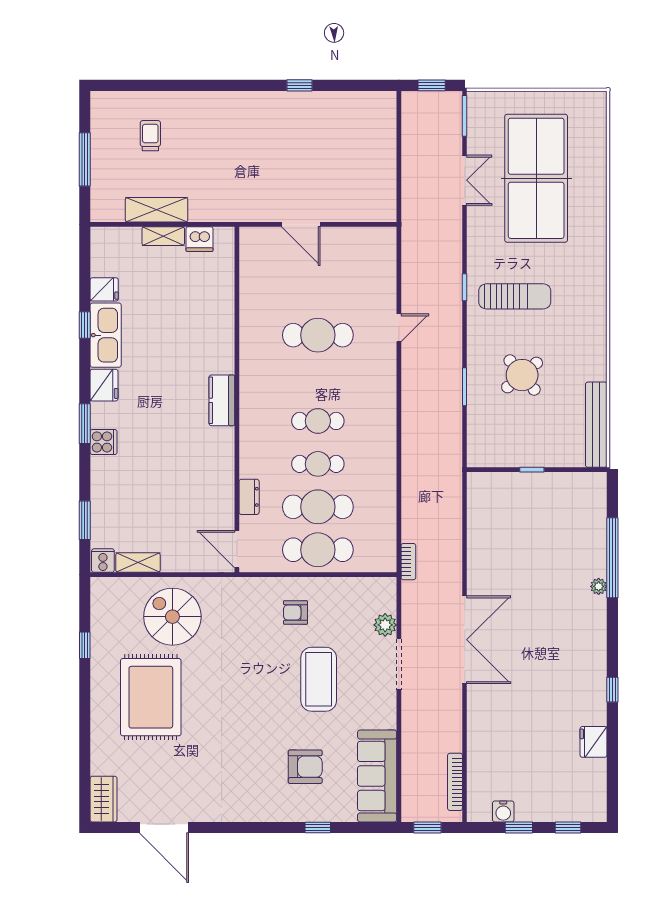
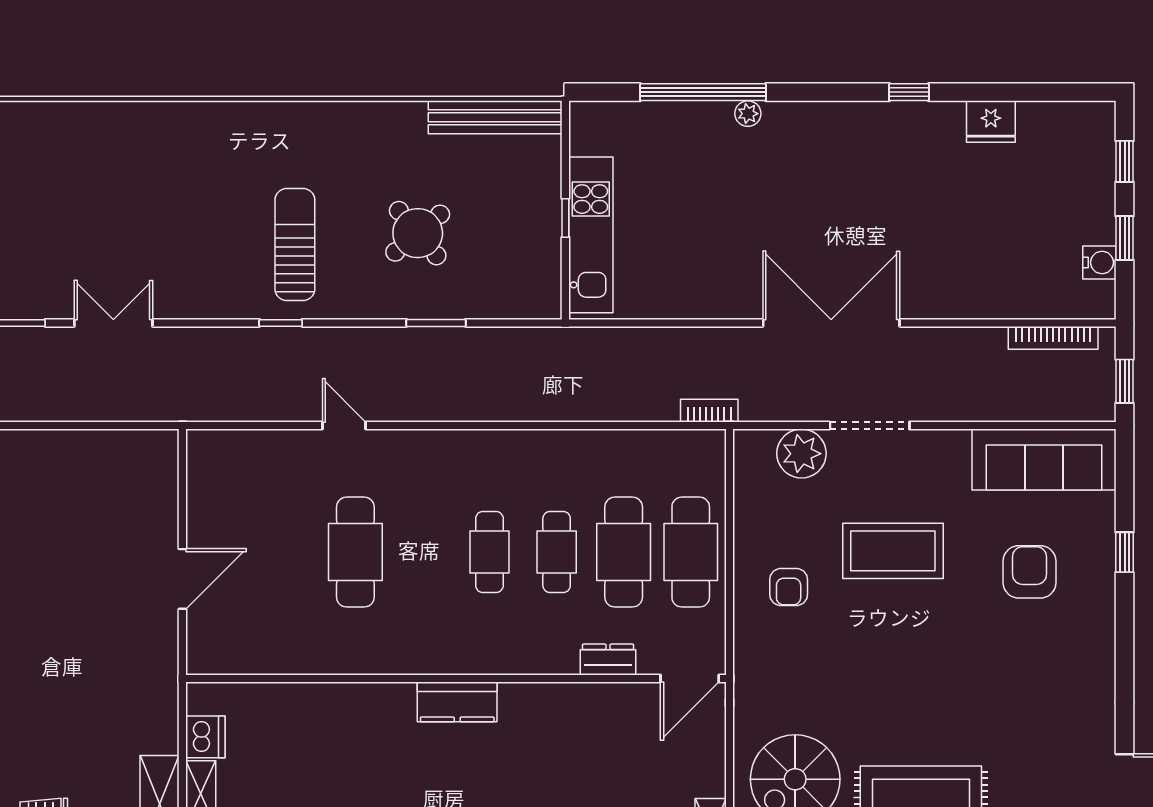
table tennis table: (536, 178) -> (110, 211), removed
kitchen unit: (521, 486) -> (591, 235), added
plant: (385, 625) -> (801, 454), width x1.36, depth x1.36

